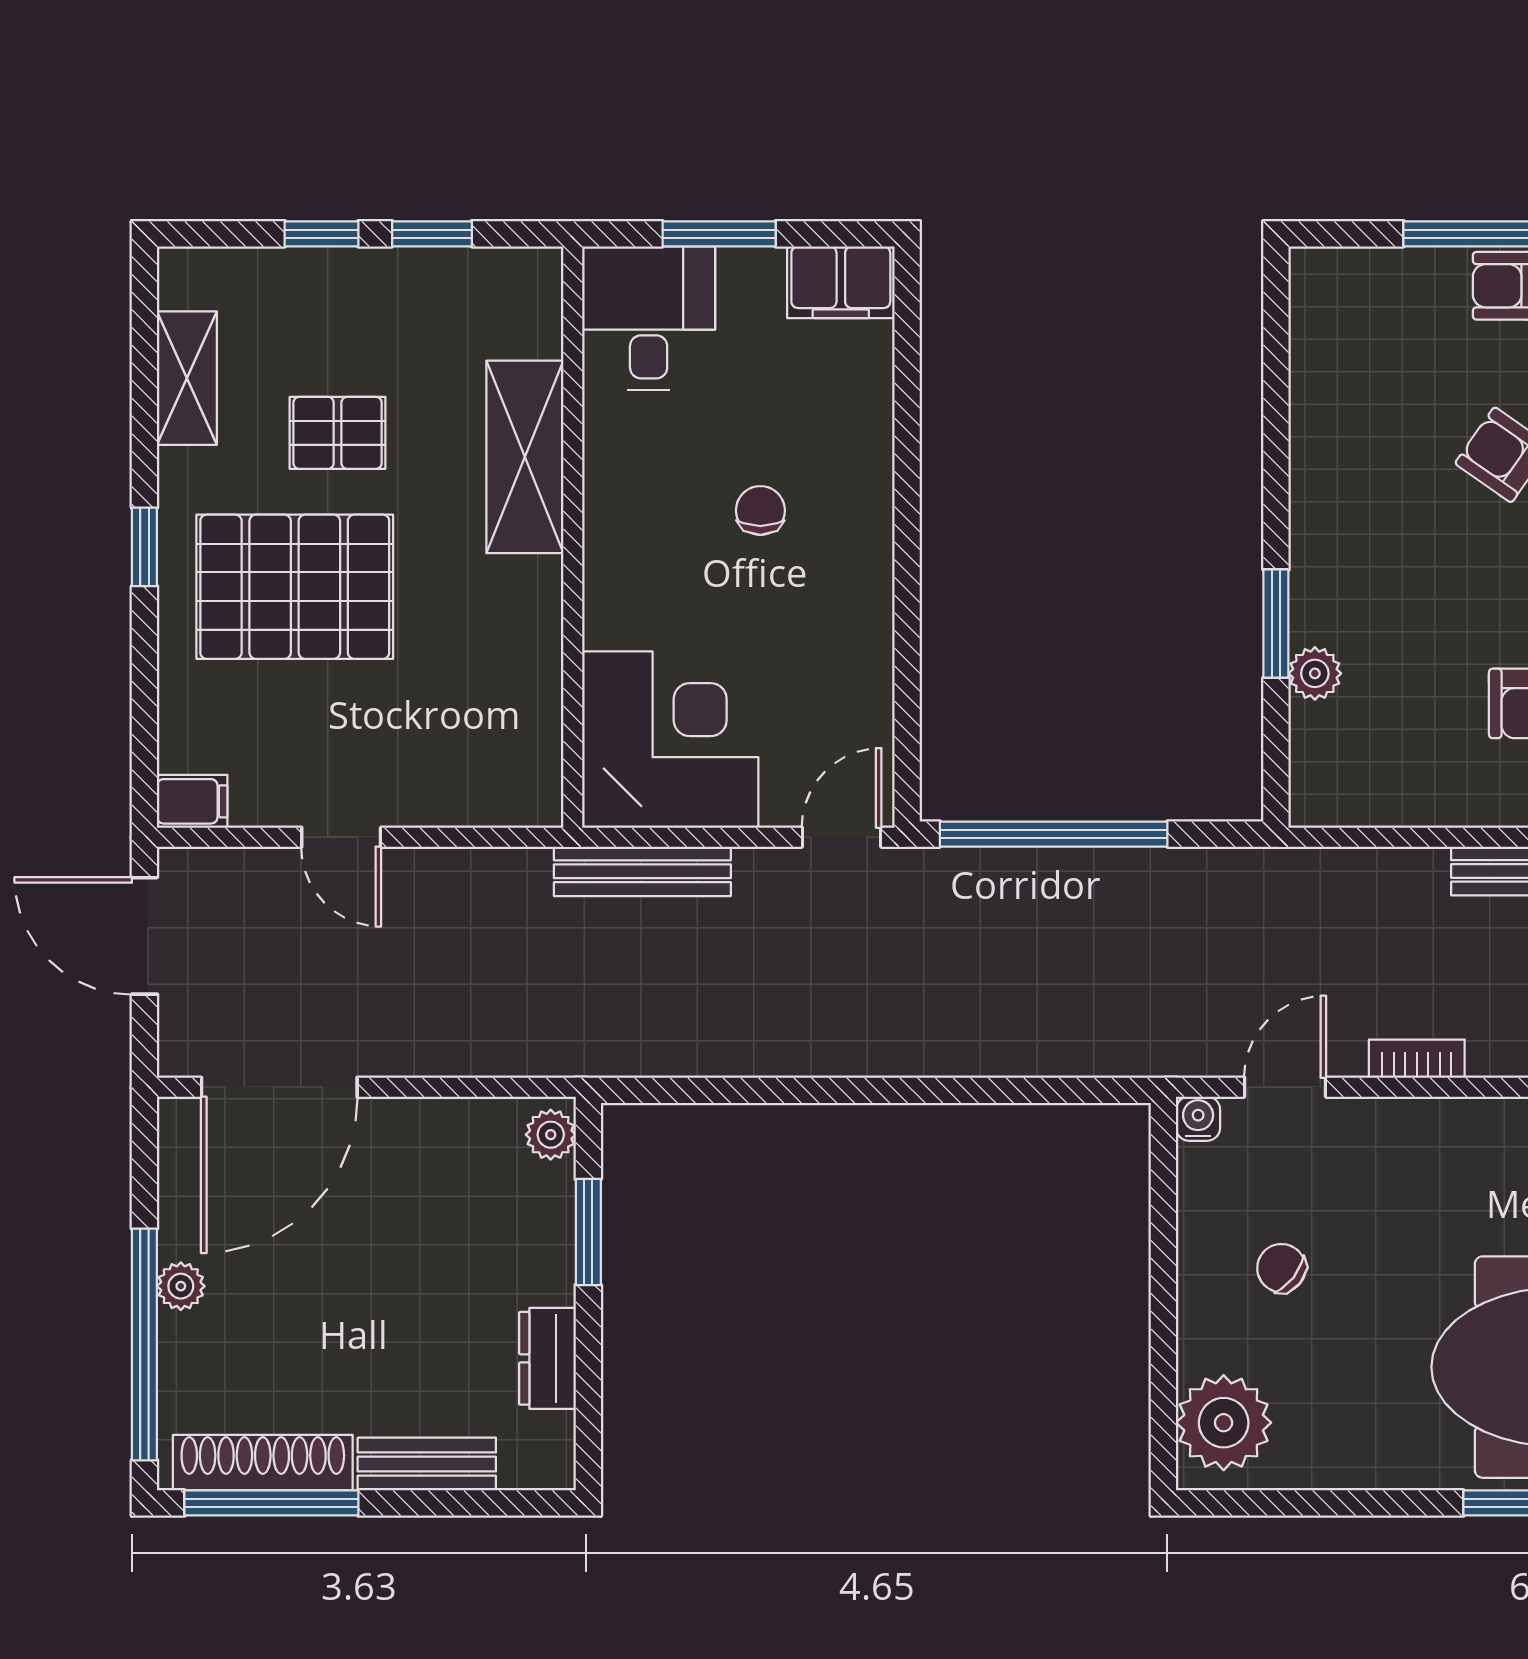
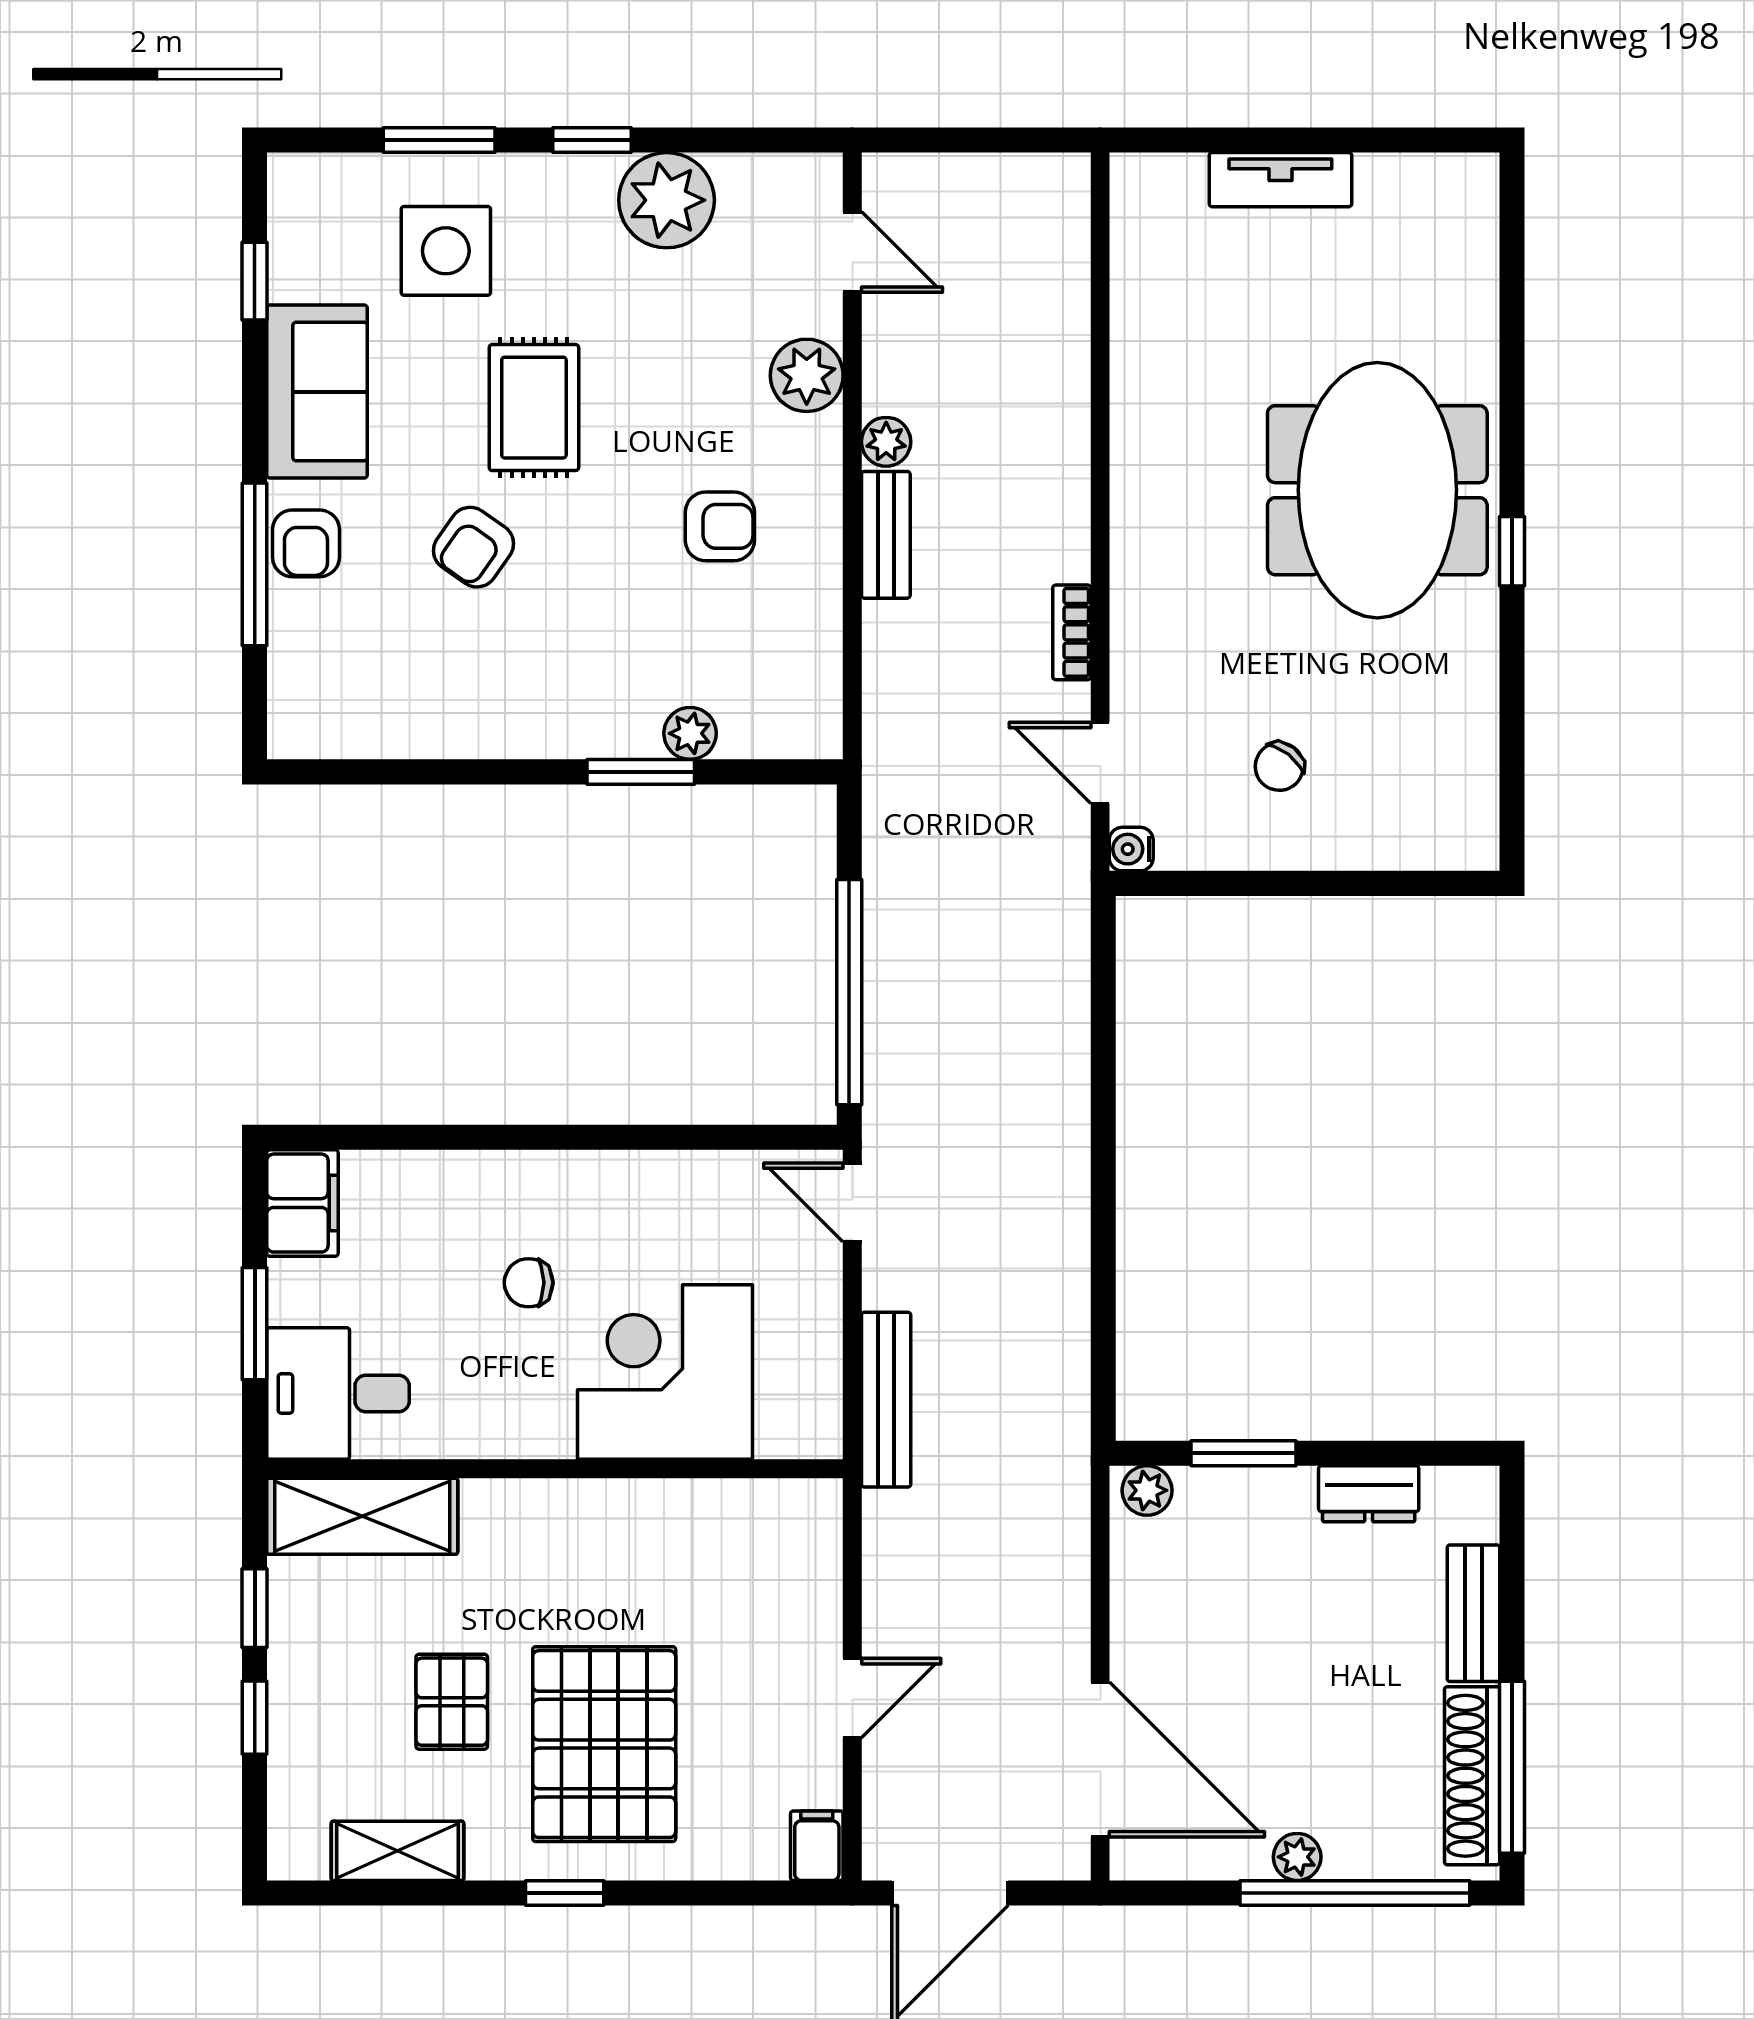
shelving: (525, 457) -> (362, 1516), moved
corner desk: (670, 740) -> (665, 1372), moved
plant: (1224, 1423) -> (1432, 824), removed

